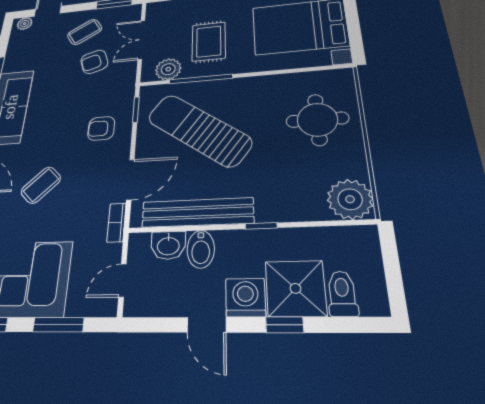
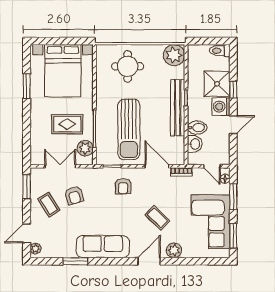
double door: (141, 40) -> (60, 166), swing flipped
sun lounger: (199, 130) -> (129, 129), turned -36
bench: (197, 212) -> (178, 108), moved
toilet: (342, 294) -> (220, 51), moved
floor lamp: (96, 308) -> (225, 179), added

